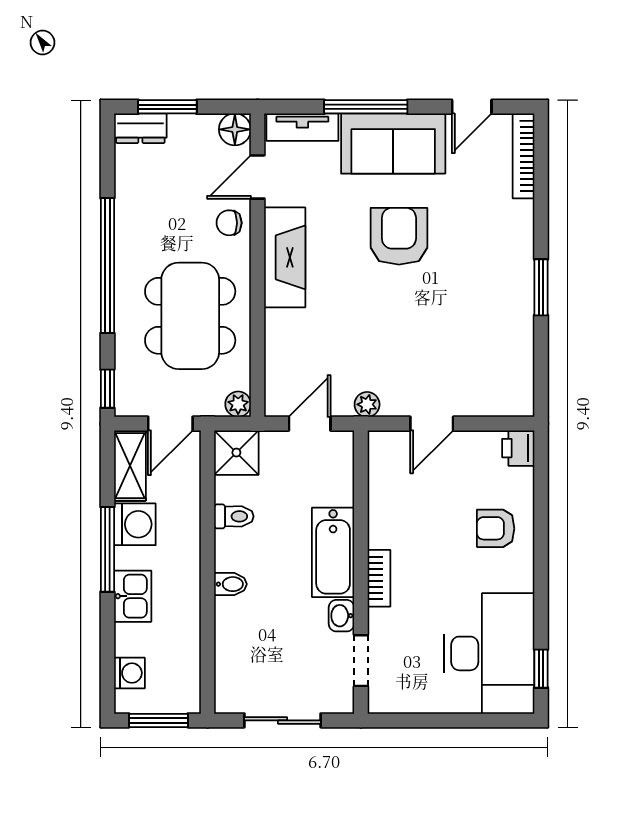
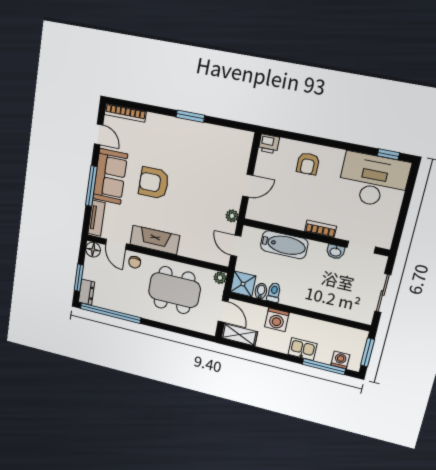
window: (107, 266) -> (110, 313), moved
window: (107, 389) -> (201, 336), removed
door: (432, 424) -> (248, 186), hinge flipped
washing machine: (135, 524) -> (277, 320), moved, turned 180
window: (107, 549) -> (324, 367), moved
bathtub: (333, 552) -> (284, 245), moved
bidet: (230, 584) -> (261, 291), moved

